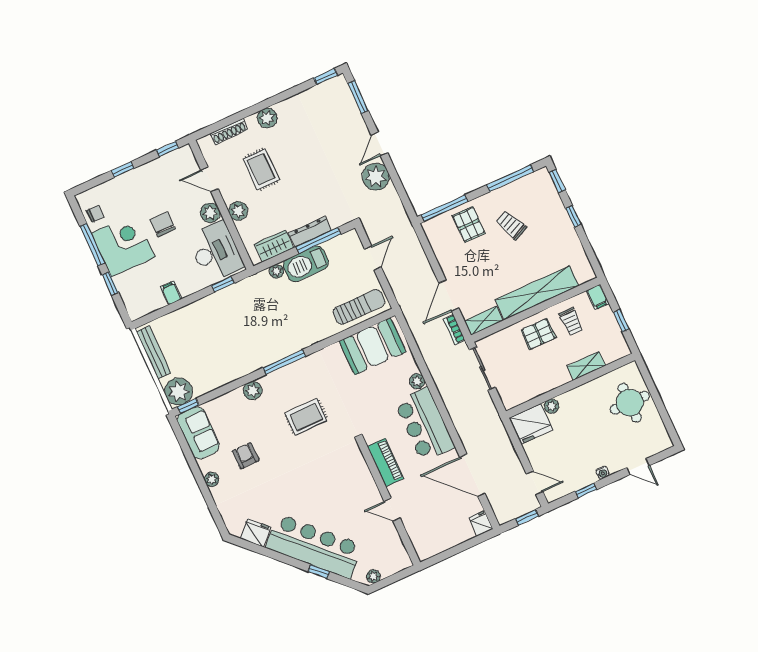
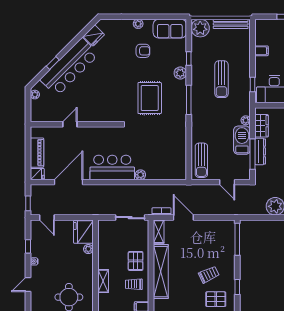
window: (510, 178) -> (237, 287), width x0.46
pallet: (469, 224) -> (216, 299), moved
sun lounger: (235, 330) -> (222, 79), added
booth: (373, 346) -> (174, 158), removed
window: (188, 406) -> (189, 59), moved
rug: (306, 417) -> (150, 98), width x1.36, depth x1.43
piano: (385, 463) -> (37, 153), moved, turned -90
door: (535, 483) -> (47, 218), hinge flipped

